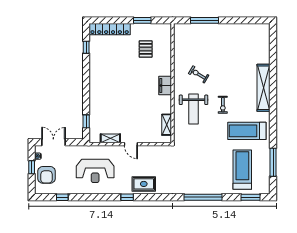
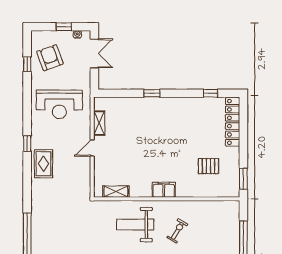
window: (142, 20) -> (243, 179), moved
window: (86, 121) -> (152, 93), moved
reception desk: (95, 171) -> (59, 104), turned -90
armchair: (47, 175) -> (50, 58), moved, turned 70

